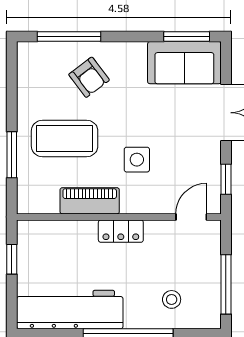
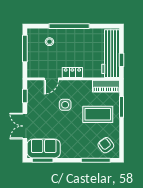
armchair: (89, 77) -> (106, 145), moved
piano: (90, 201) -> (106, 86), moved
door: (191, 217) -> (51, 79), moved
workbench: (70, 310) -> (111, 54), moved, turned 90

